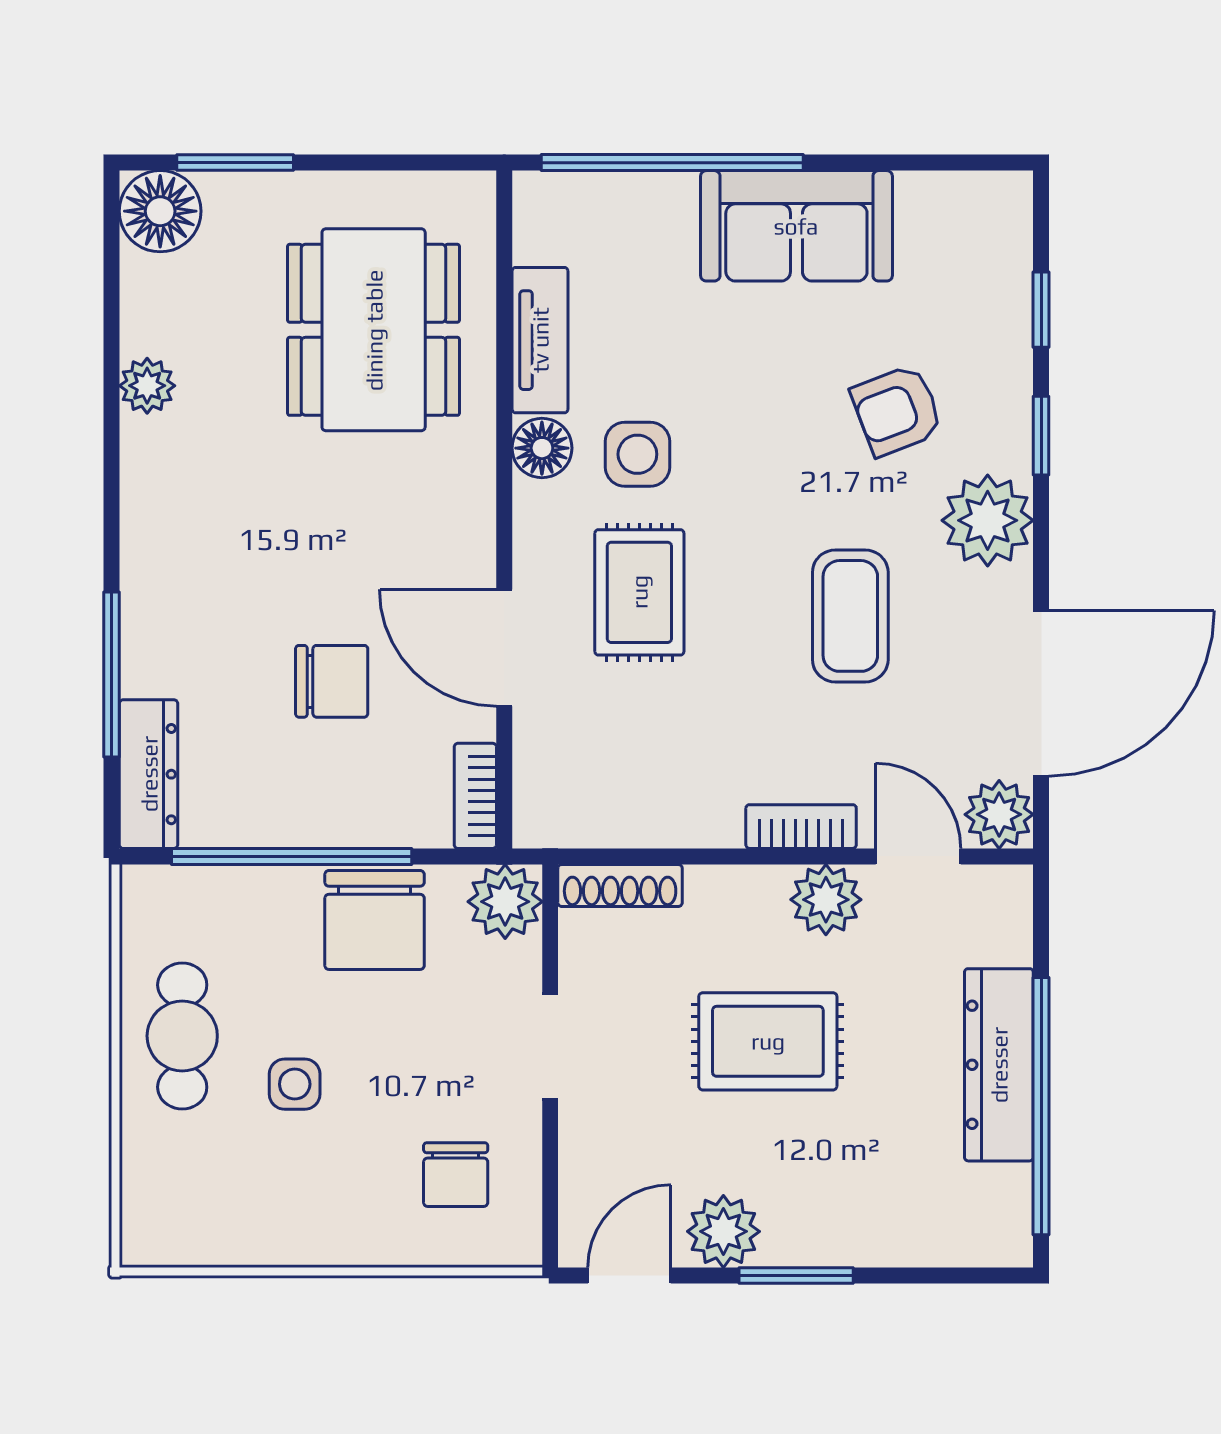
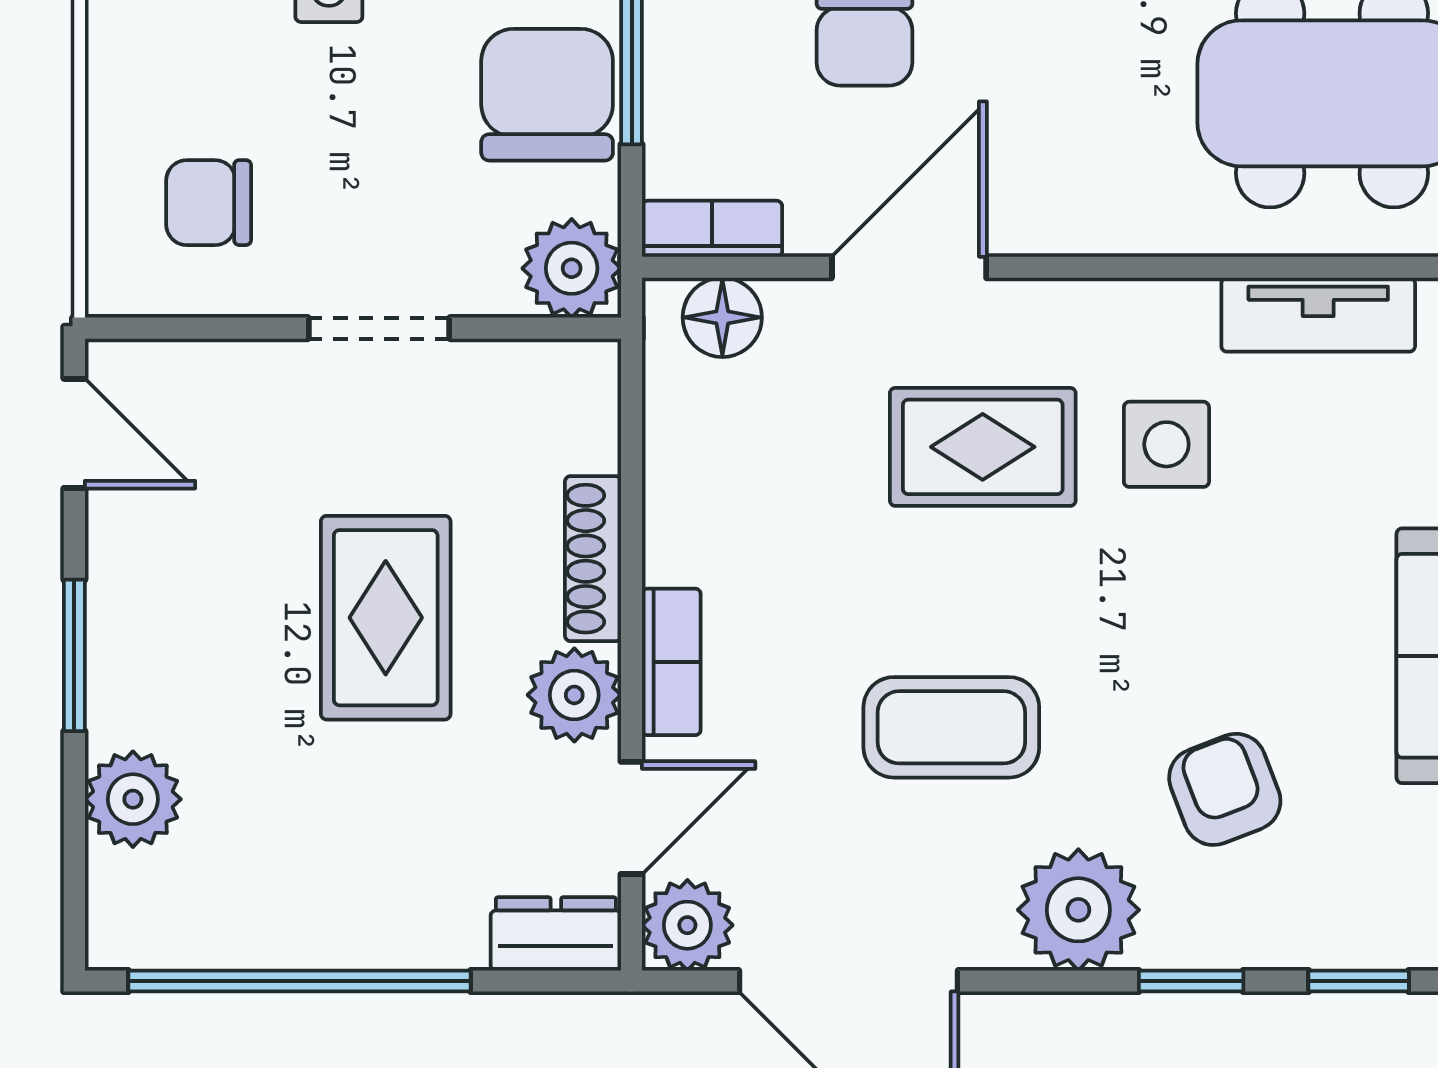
floor lamp: (542, 448) -> (722, 317), moved
shoe rack: (620, 885) -> (593, 559), moved
chair: (375, 920) -> (547, 95), turned 90
dresser: (999, 1065) -> (556, 934), moved, width x0.51, depth x0.80
plant: (723, 1231) -> (133, 799), moved

